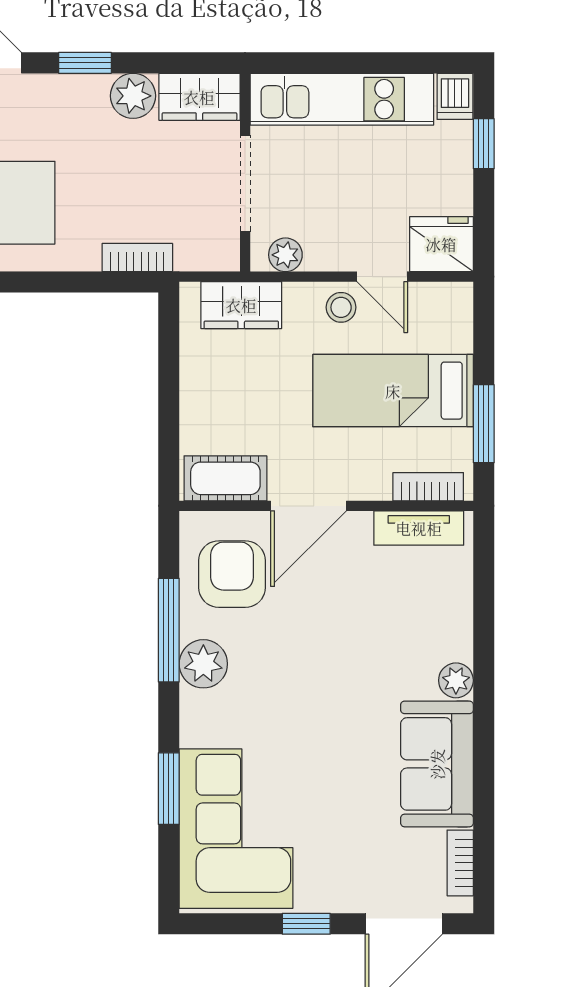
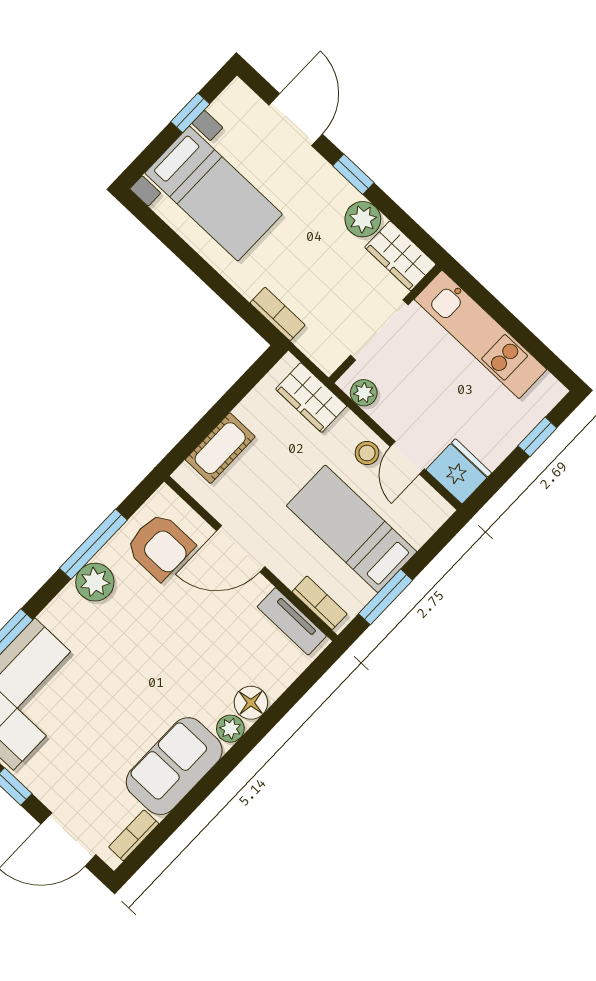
dishwasher: (455, 96) -> (547, 394), removed
cot: (225, 478) -> (220, 448), moved, turned 90
armchair: (232, 574) -> (160, 546), turned 90
floor lamp: (452, 639) -> (251, 703), added

